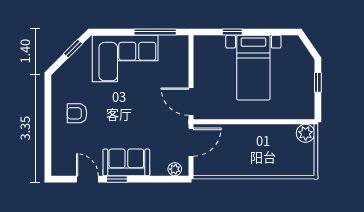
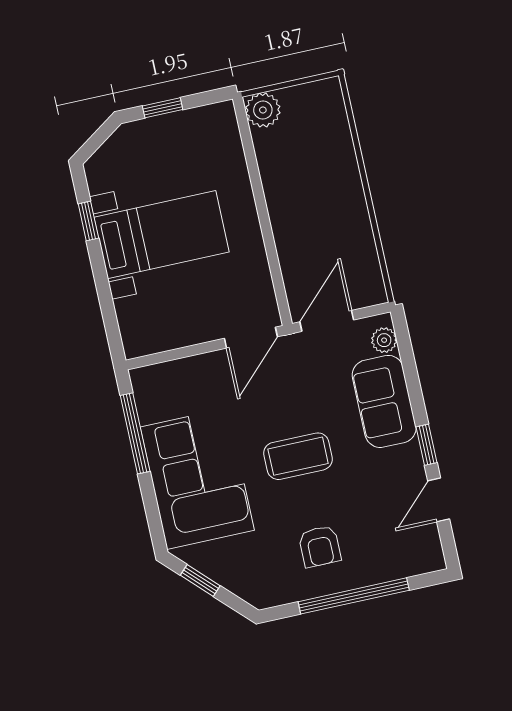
window: (232, 32) -> (88, 221), moved
coffee table: (125, 112) -> (298, 456), added
window: (48, 125) -> (354, 596), added
door: (191, 142) -> (327, 321), hinge flipped
sofa: (126, 162) -> (384, 401), moved

